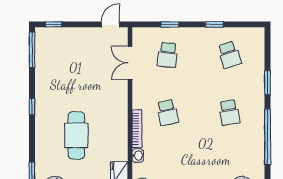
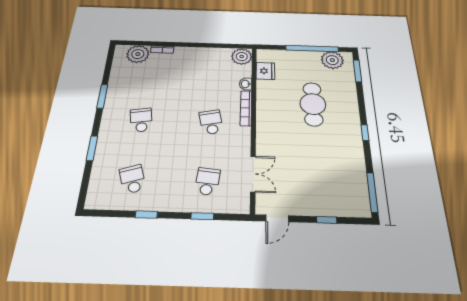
window: (54, 24) -> (327, 220), moved
window: (268, 137) -> (102, 96), width x0.47

